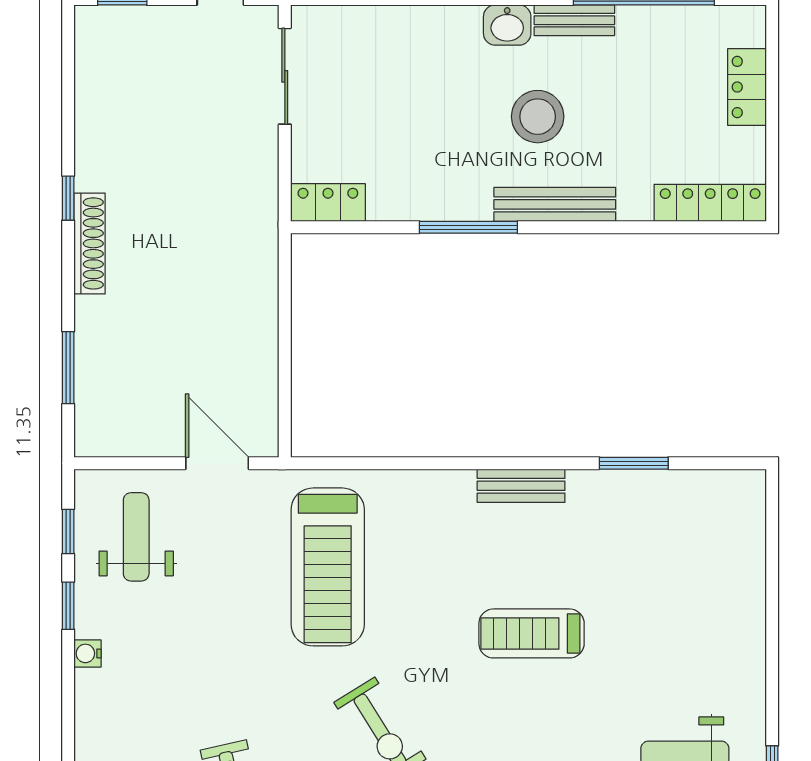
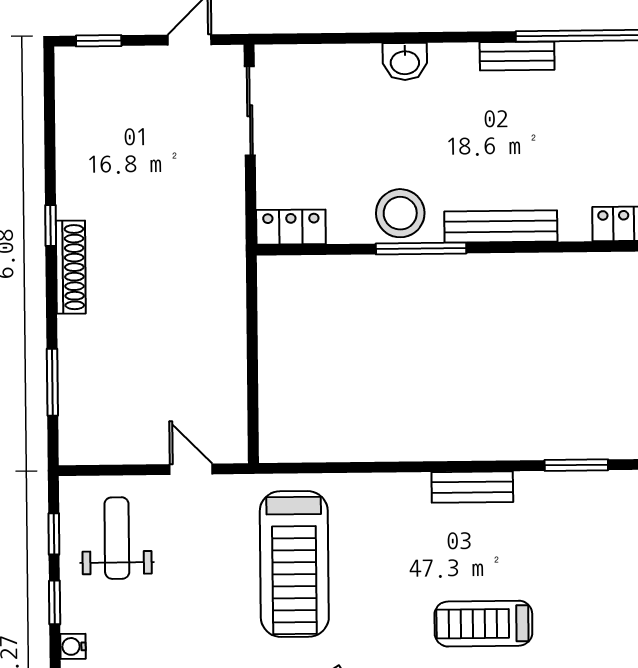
washbasin: (507, 25) -> (405, 62), moved
stool: (538, 117) -> (400, 213), moved
door: (217, 463) -> (191, 469), width x0.73

